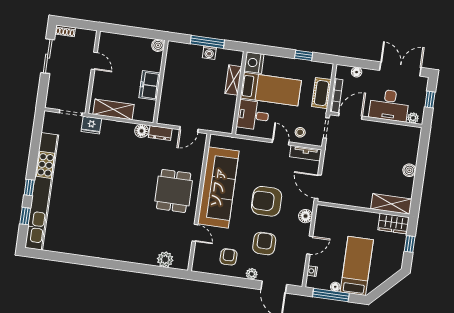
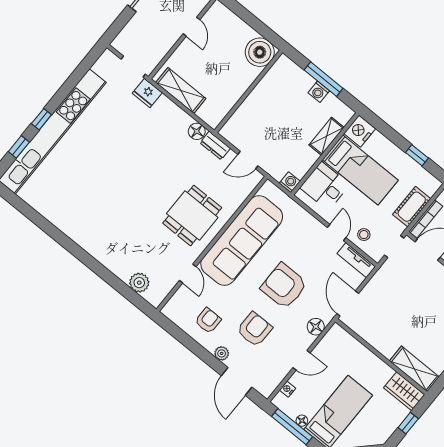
boiler: (158, 45) -> (260, 52), width x1.86, depth x1.86
freezer: (150, 85) -> (234, 88), removed
washing machine: (227, 127) -> (290, 182), added

